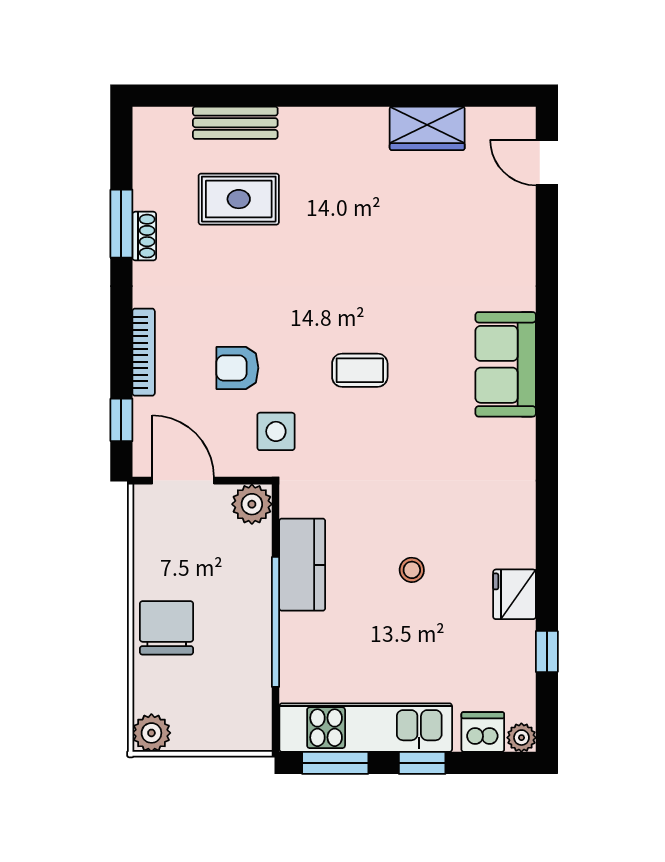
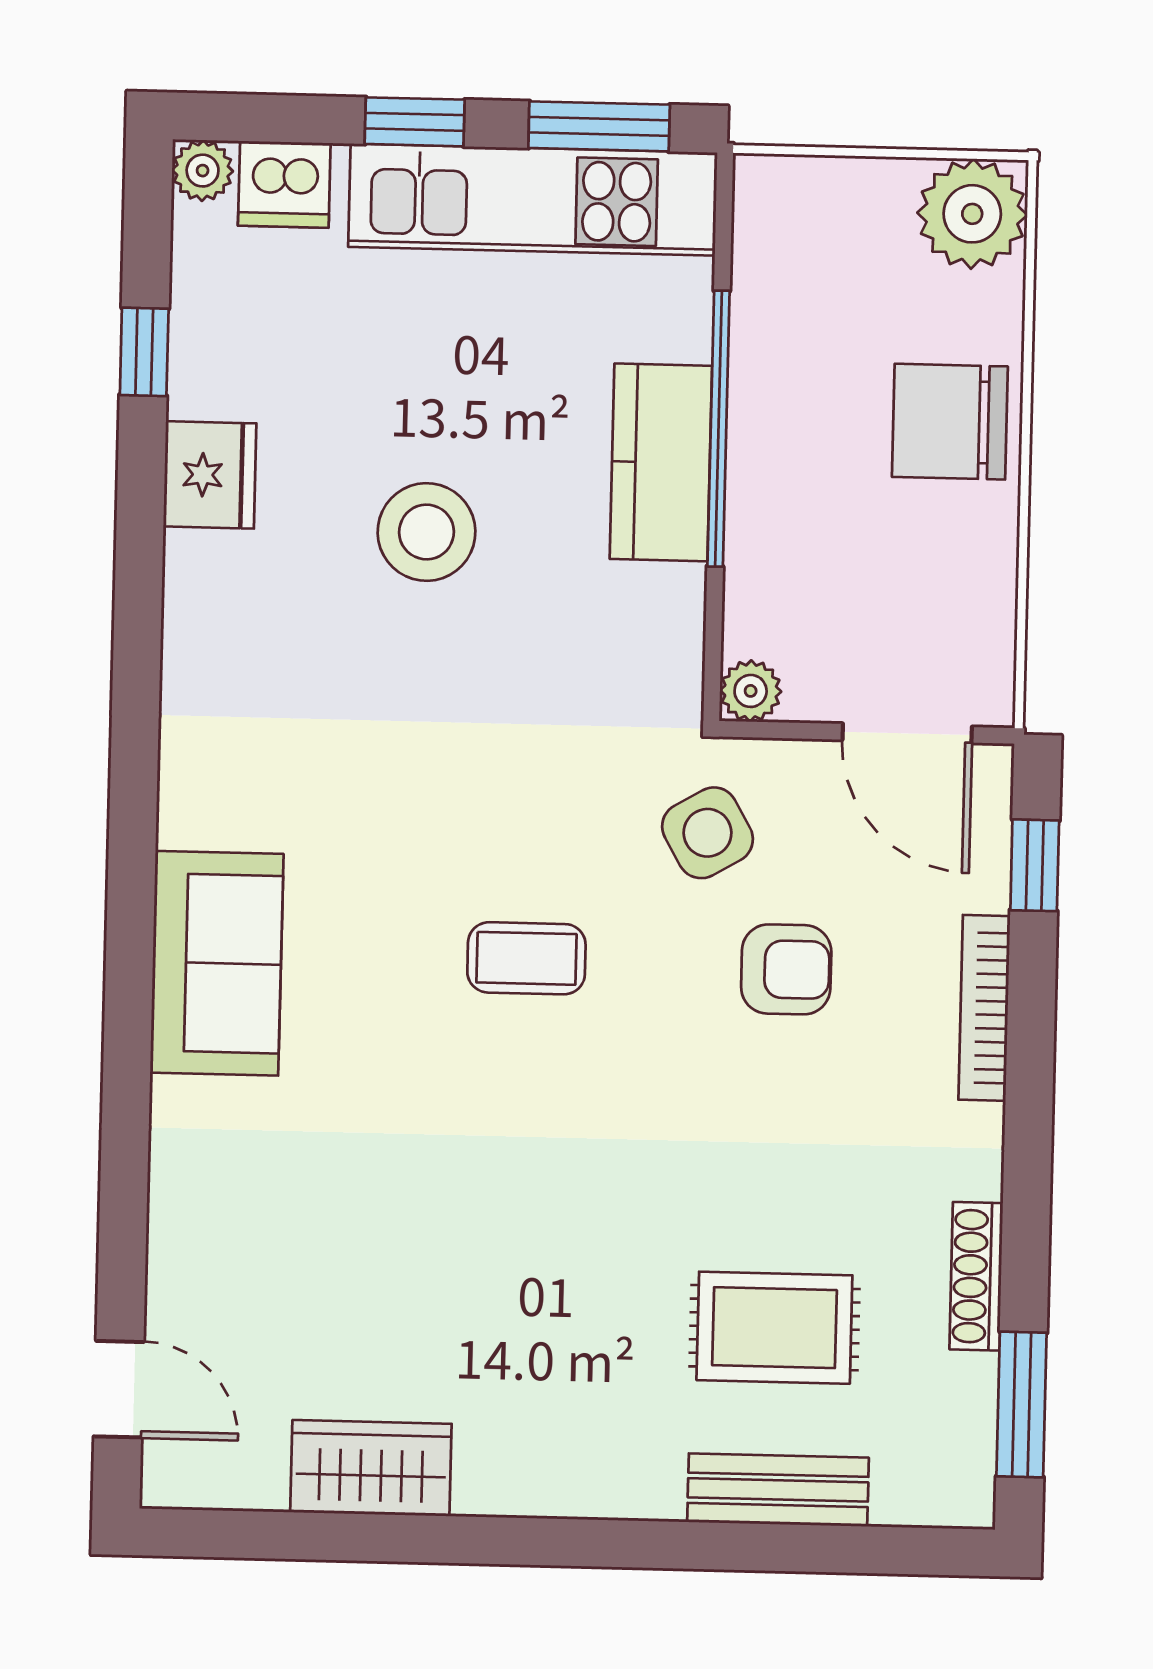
window: (121, 224) -> (1022, 1404), moved
shoe rack: (144, 236) -> (976, 1276), width x1.43
side table: (276, 431) -> (708, 833), turned -30
plant: (252, 504) -> (751, 691), width x0.73, depth x0.73
kitchen counter: (302, 565) -> (661, 462), moved
stool: (412, 570) -> (426, 532), width x1.89, depth x1.89
chair: (167, 628) -> (950, 422), turned 90
plant: (151, 733) -> (972, 214), width x1.36, depth x1.36

